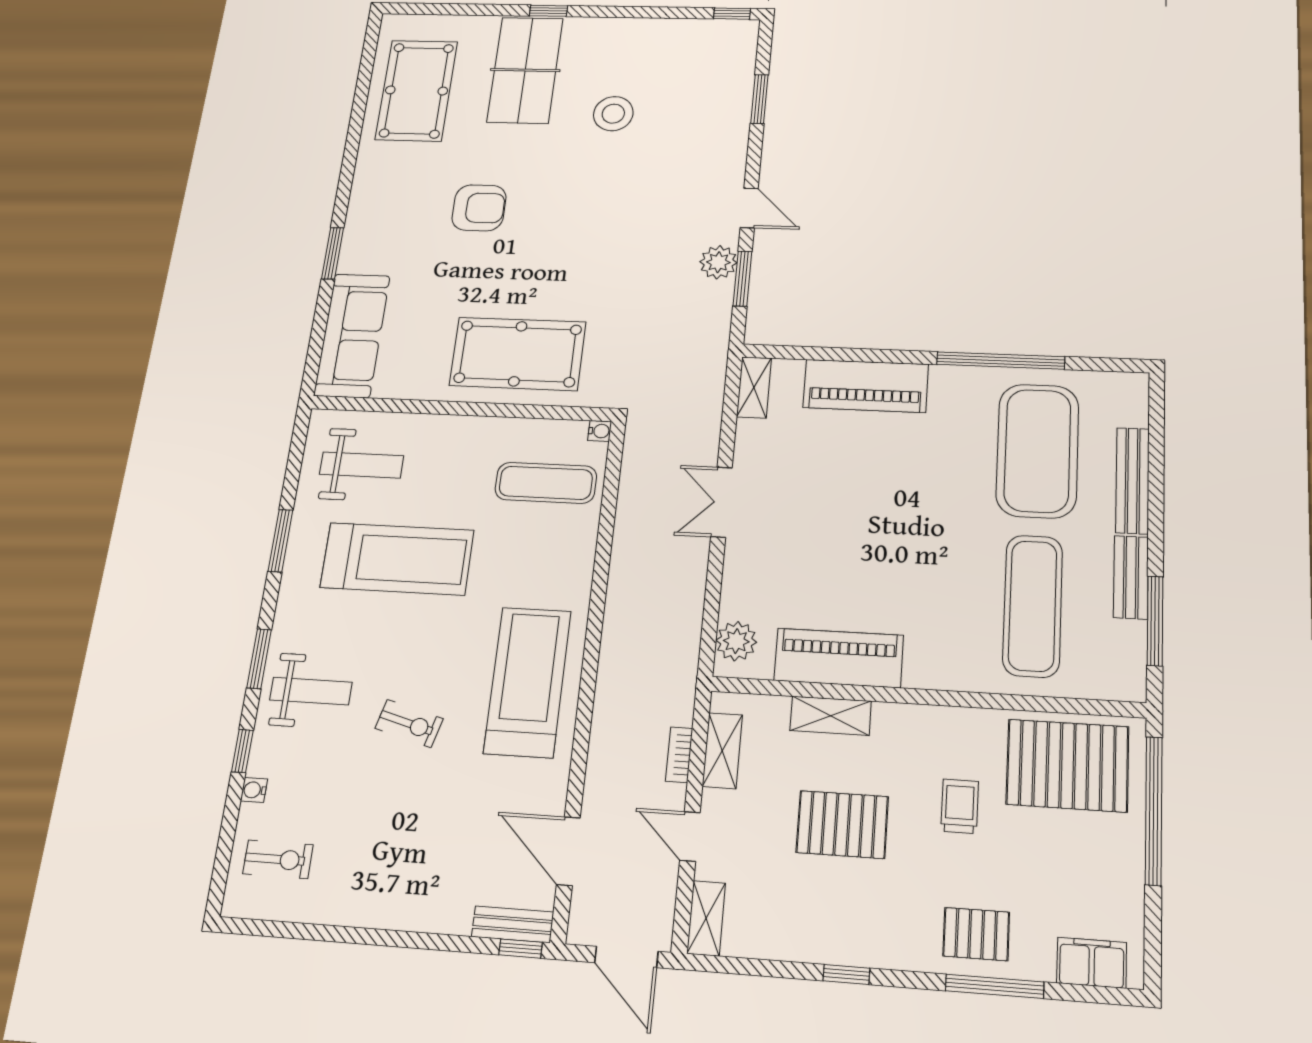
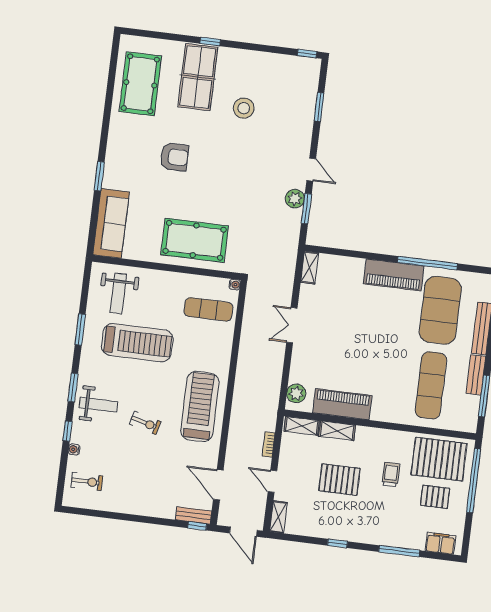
piano: (866, 386) -> (394, 275), moved
weight bench: (362, 465) -> (118, 293), turned 90
shelving: (722, 751) -> (302, 426), moved, turned 90
pallet: (976, 934) -> (435, 497), moved

